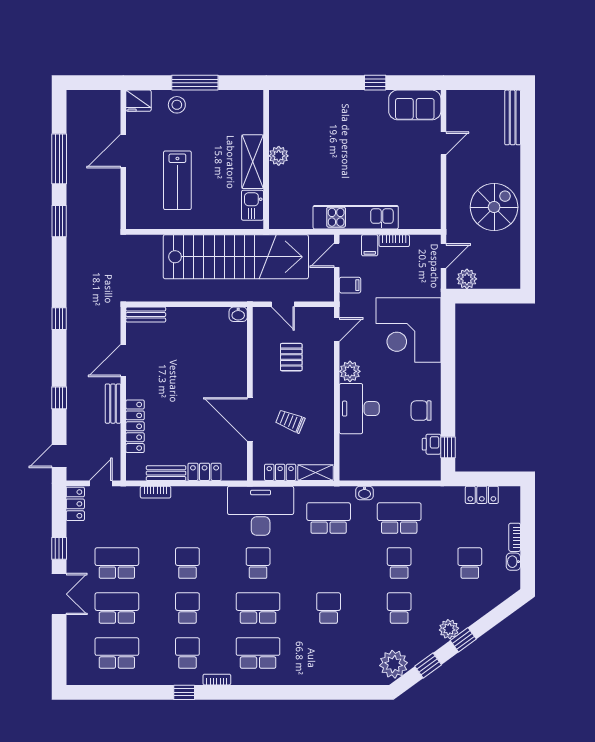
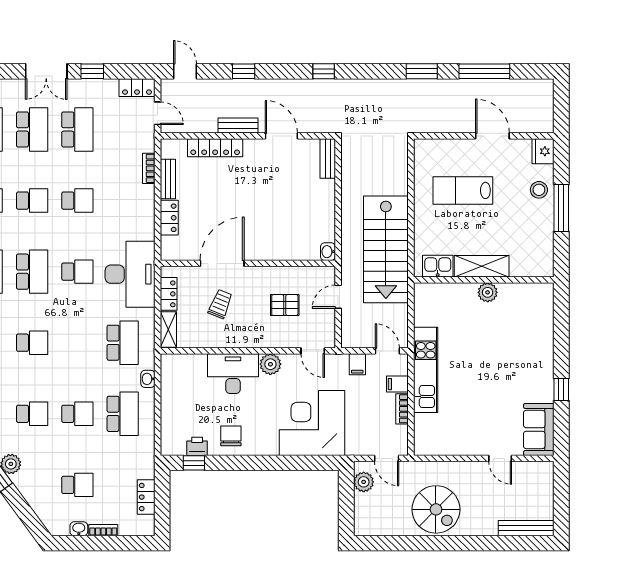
stairs: (236, 257) -> (386, 249), width x0.73

